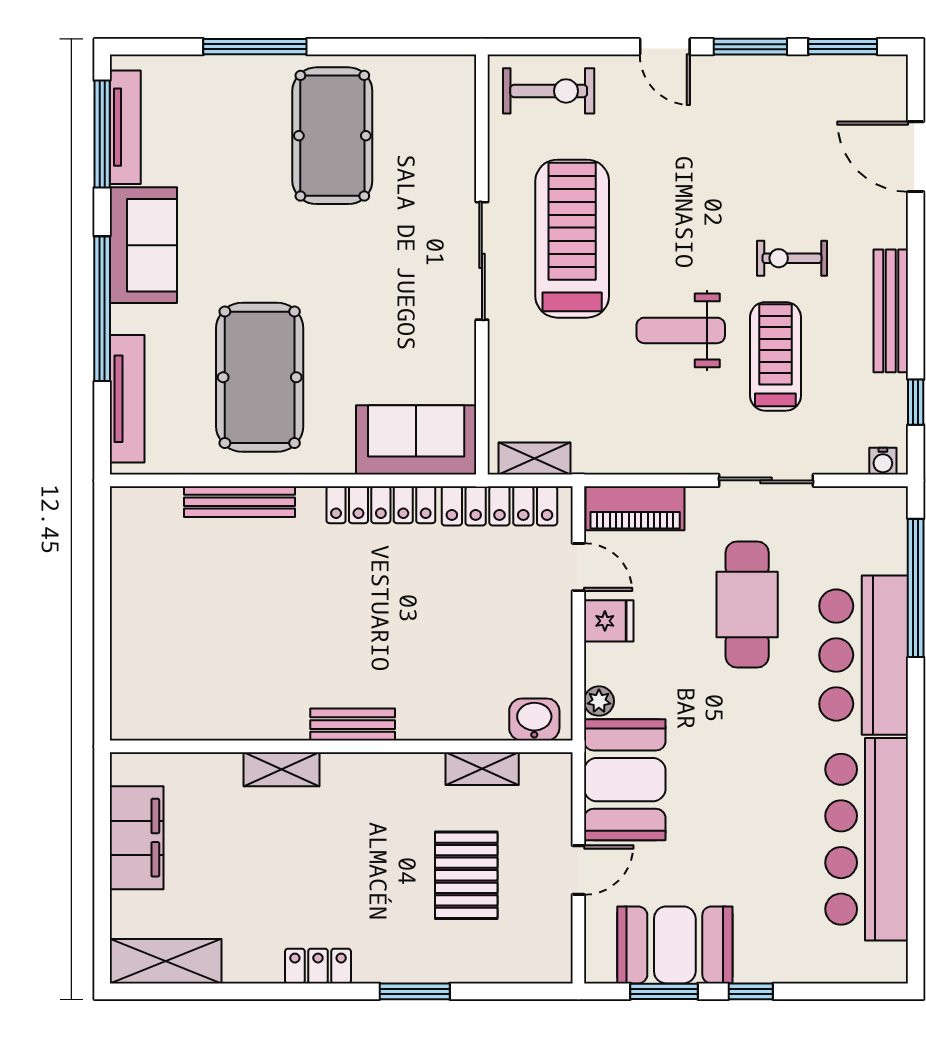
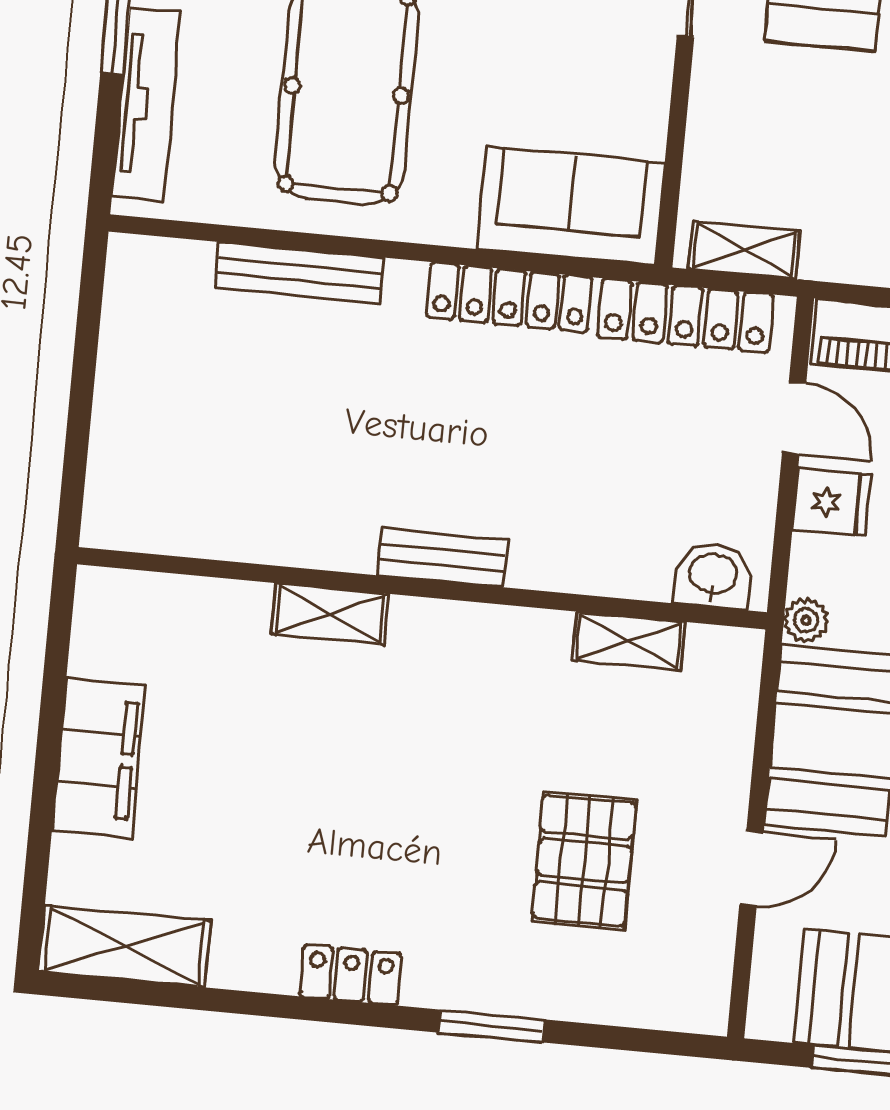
washbasin: (534, 720) -> (713, 575), moved
bench: (353, 725) -> (442, 557), moved
wall: (341, 746) -> (422, 588), moved
shelving: (281, 769) -> (330, 614), moved
shelving: (482, 769) -> (629, 641), moved

